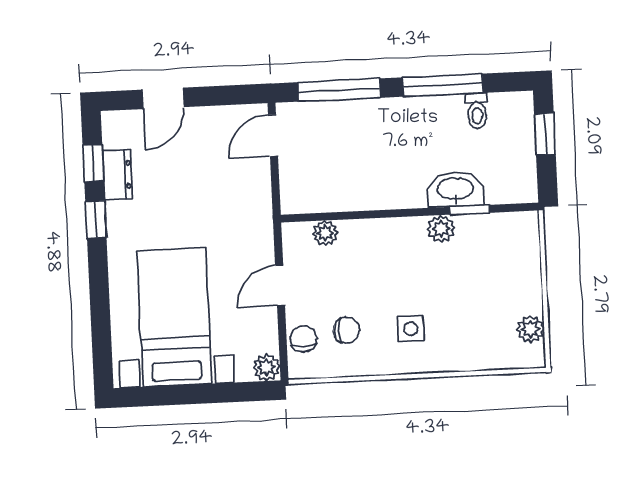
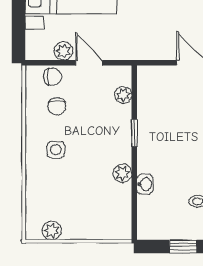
washbasin: (455, 189) -> (145, 184), width x0.52, depth x0.69
window: (469, 210) -> (134, 133), moved
plant: (266, 367) -> (63, 51), moved

